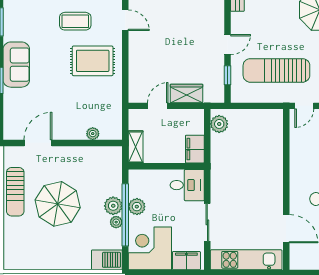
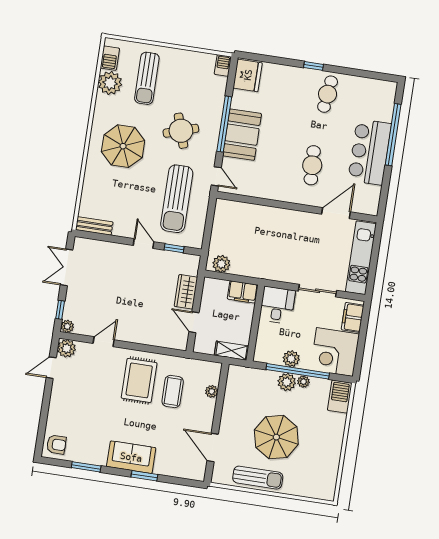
coffee table: (75, 21) -> (173, 391), moved

